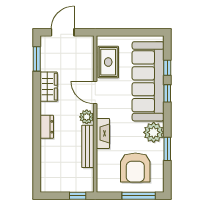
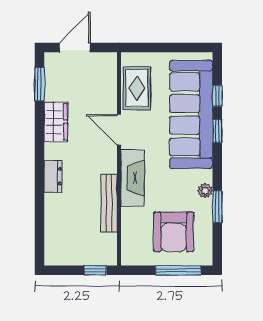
plant: (87, 117) -> (107, 163), removed
plant: (154, 132) -> (205, 191), width x0.53, depth x0.53
fireplace: (103, 133) -> (132, 178), width x1.37, depth x1.32

